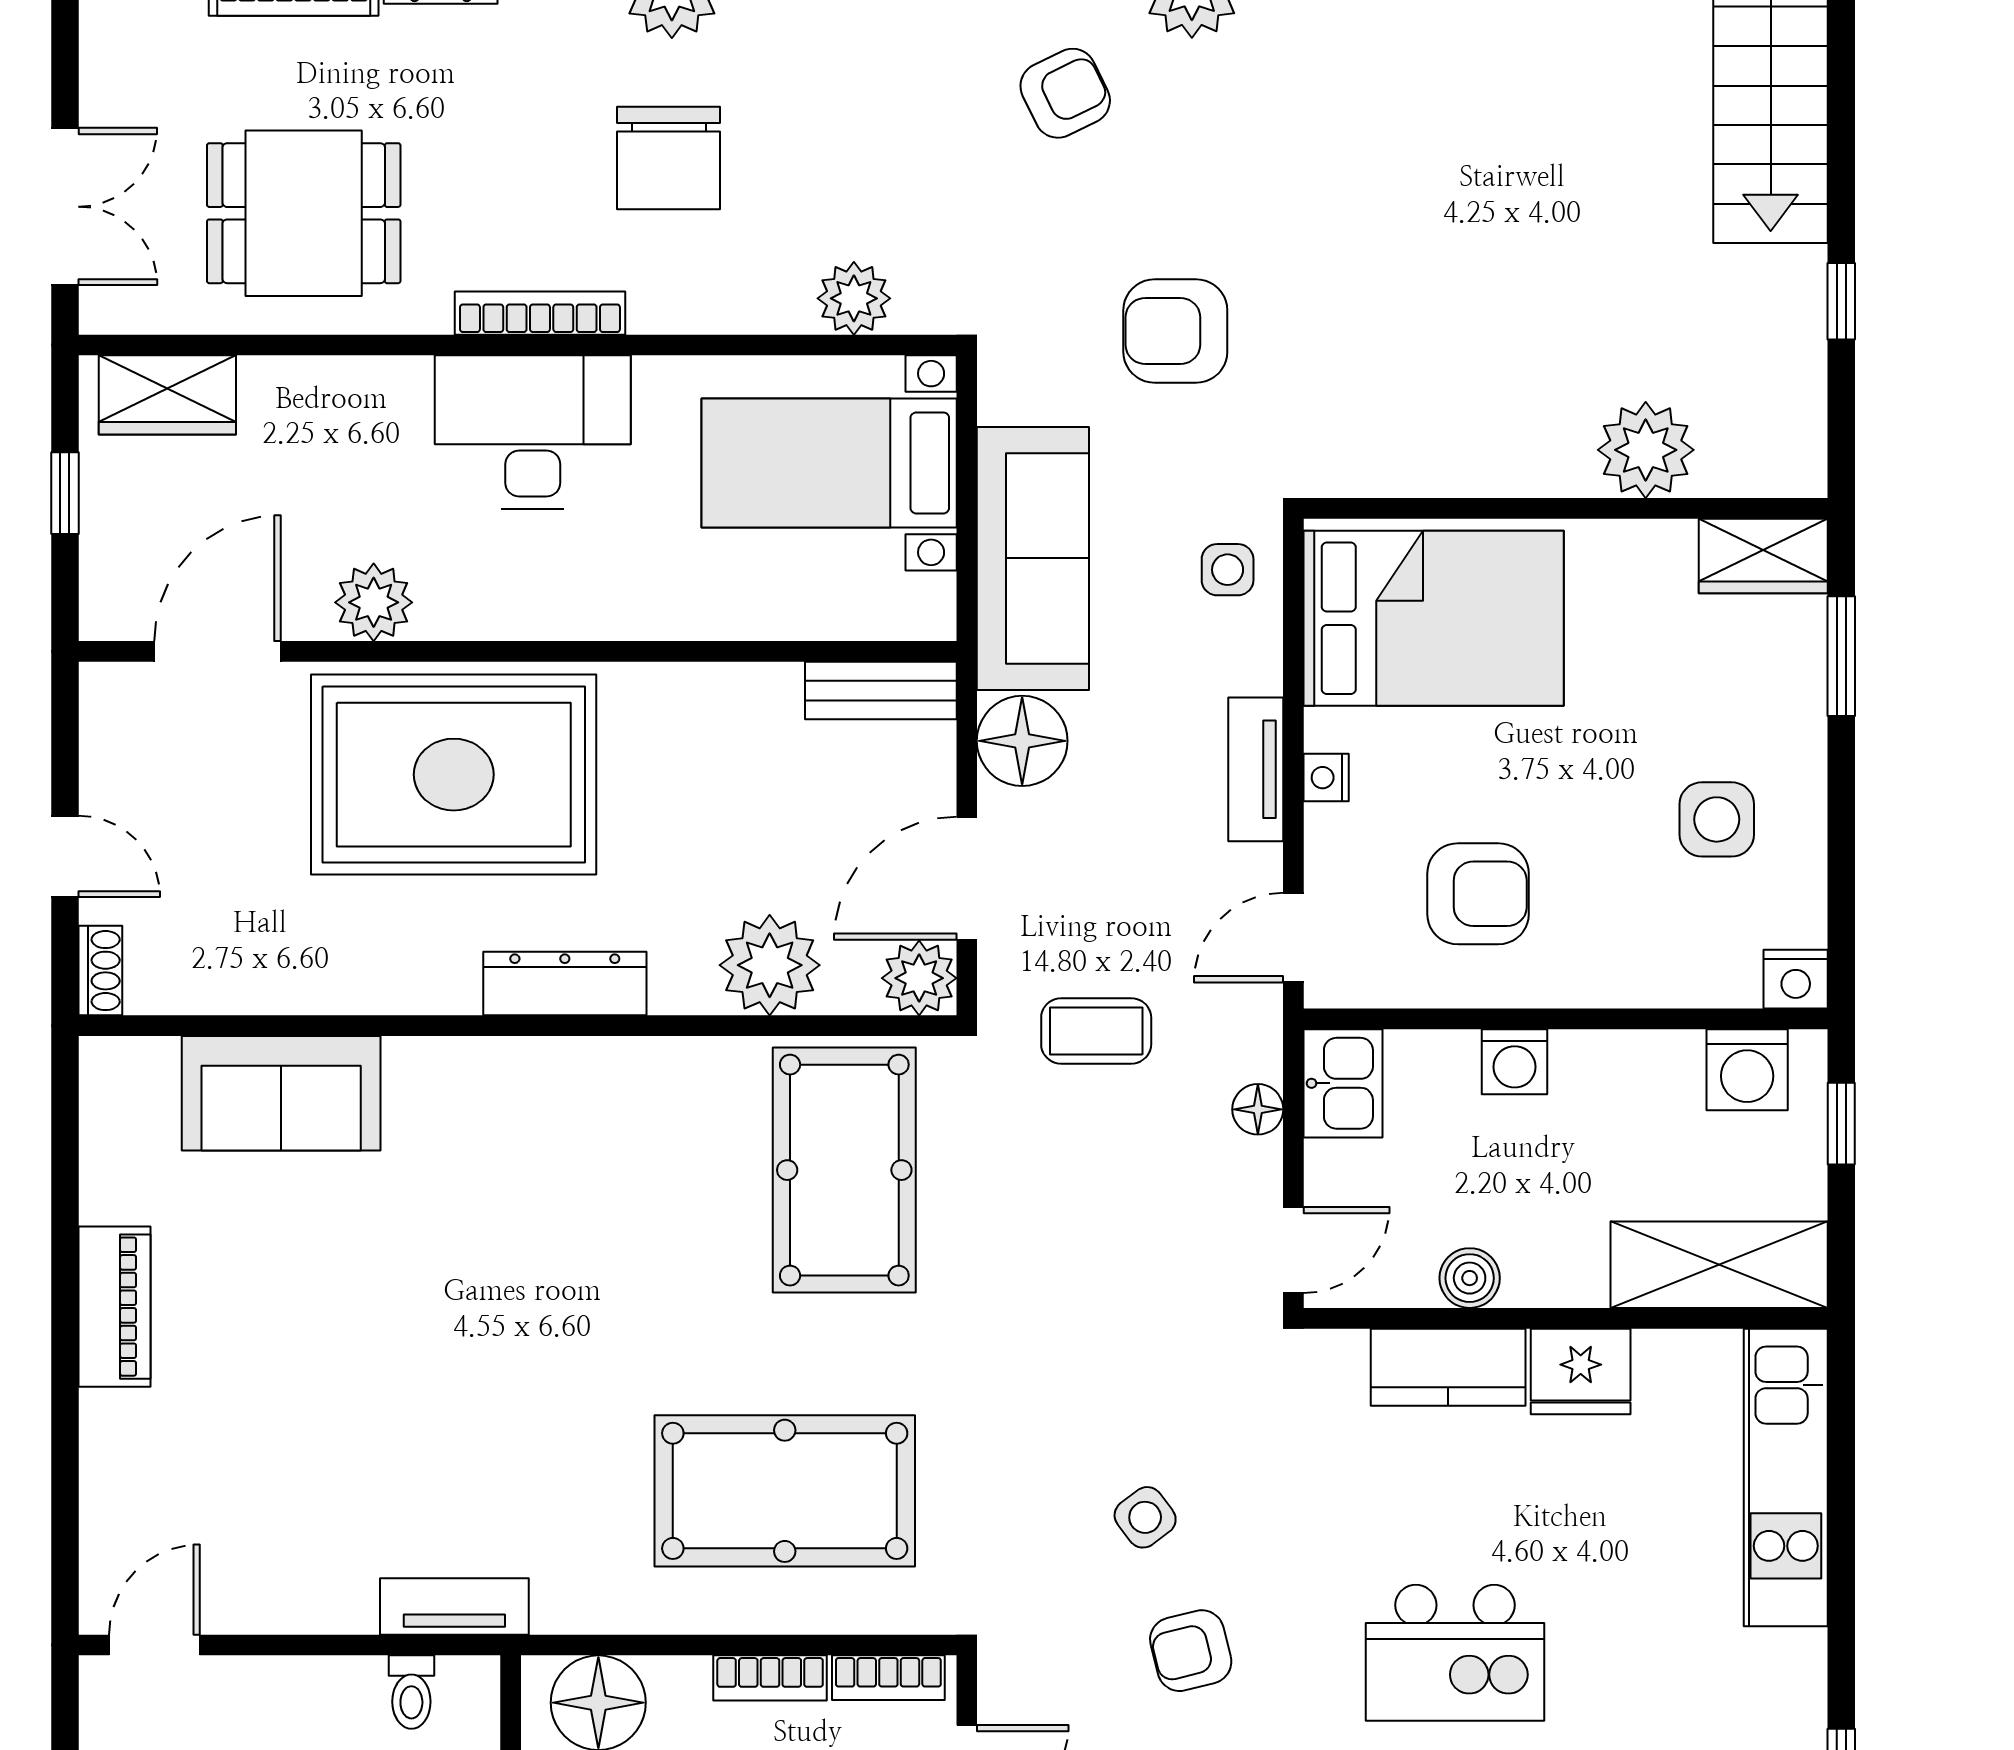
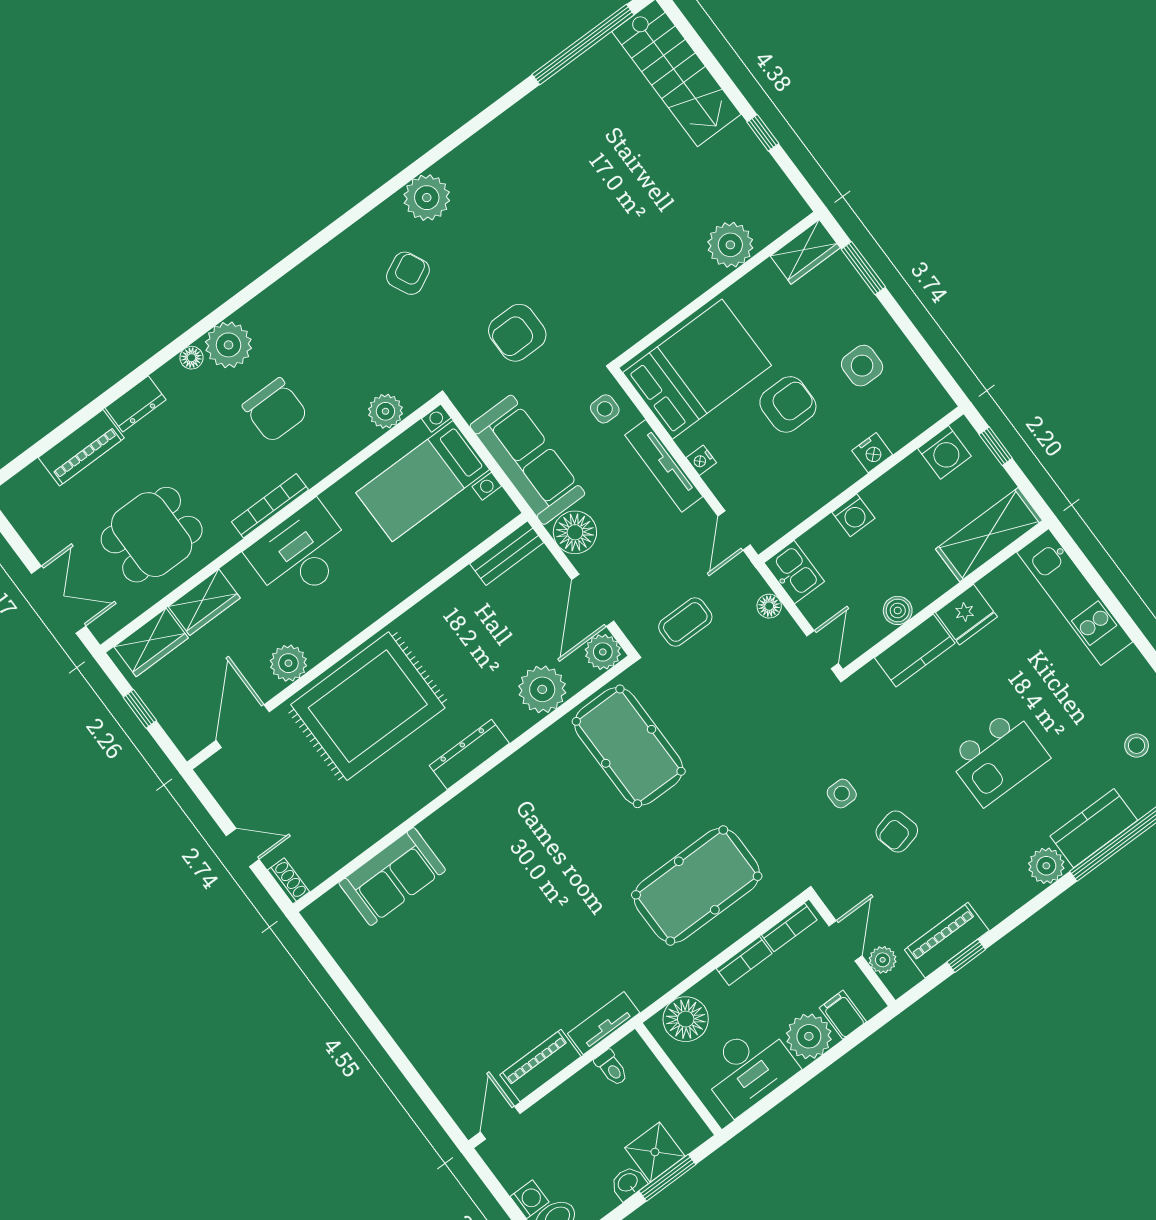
wardrobe: (308, 394) -> (204, 602), added
tv unit: (1256, 769) -> (664, 466), width x1.41
armchair: (1478, 894) -> (788, 404), moved
nightstand: (1796, 979) -> (872, 453), moved
piano: (114, 1307) -> (540, 1066), moved, turned -90
side table: (1145, 1517) -> (842, 794), turned 37

